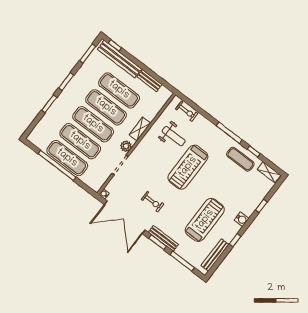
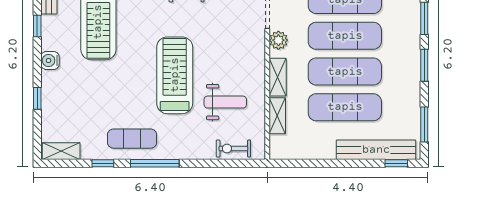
bench: (149, 81) -> (314, 152), removed
shelving: (154, 111) -> (277, 116), added
weight bench: (174, 136) -> (225, 102), turned 180
exercise mat: (240, 159) -> (132, 139), moved

